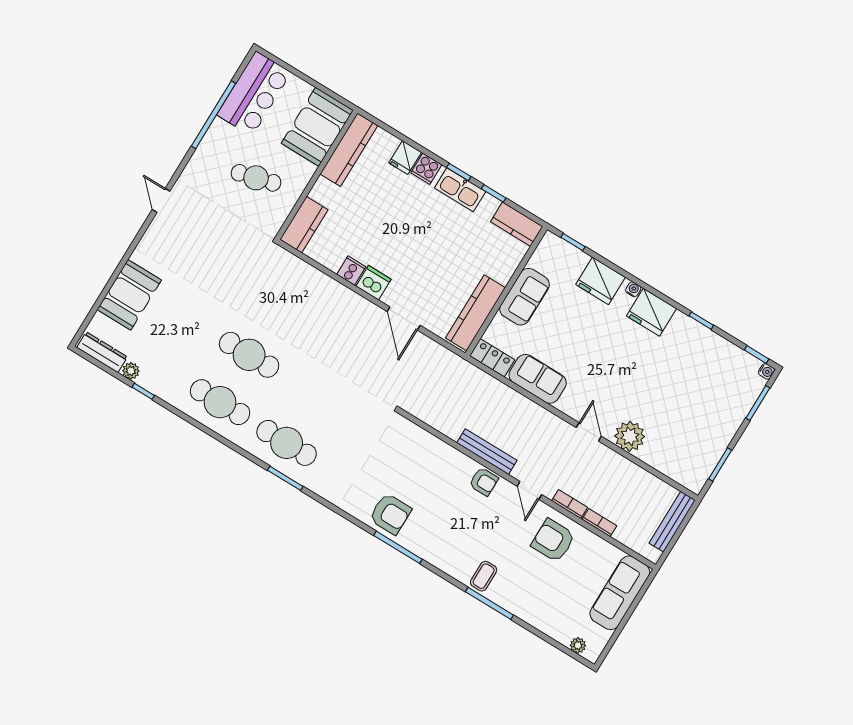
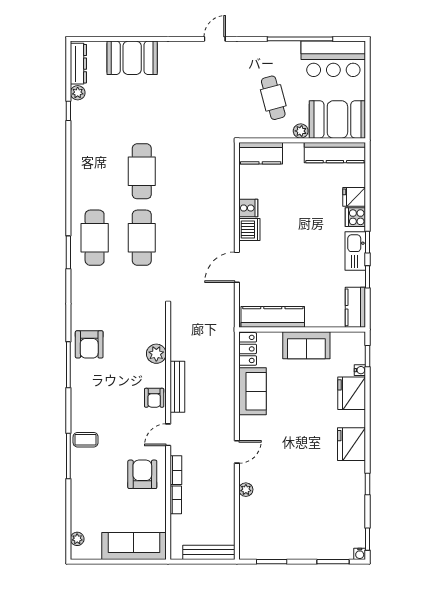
plant: (306, 171) -> (301, 131), added
water cooler: (633, 289) -> (360, 370), moved
cafe table: (220, 402) -> (142, 238), moved
plant: (630, 436) -> (246, 490), width x0.53, depth x0.53
plant: (441, 452) -> (156, 354), added

